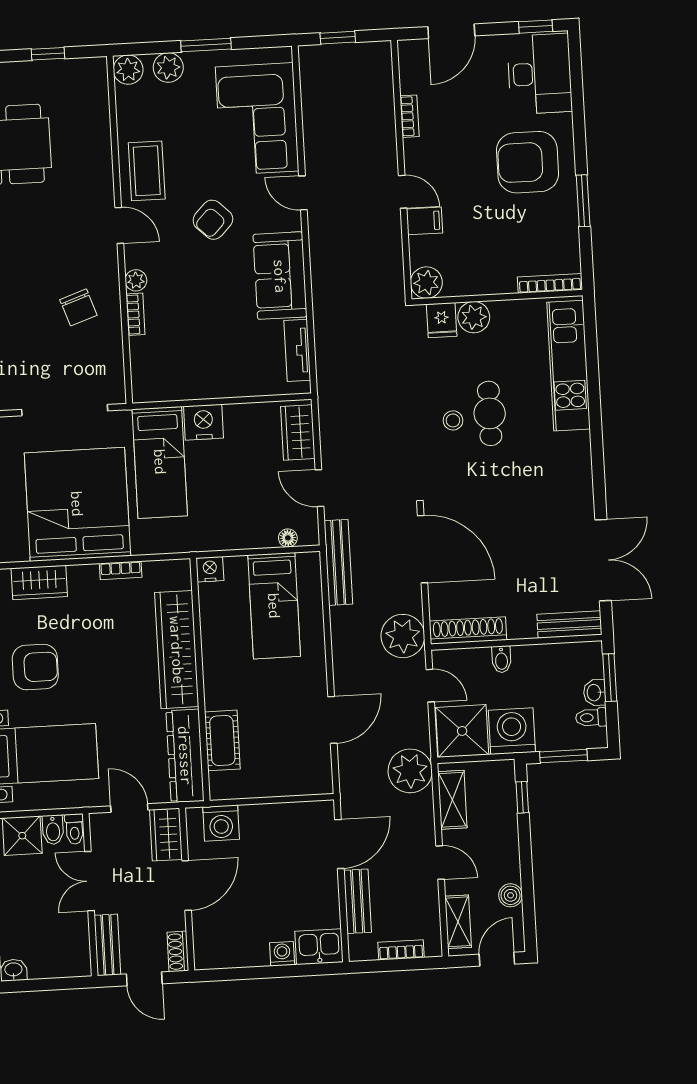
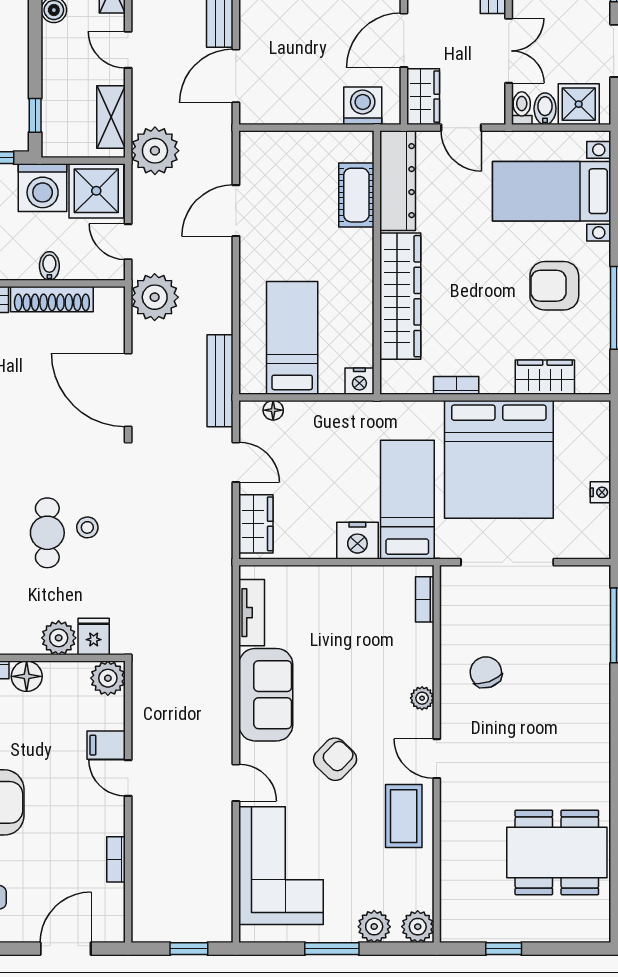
floor lamp: (501, 280) -> (27, 676), added
bookcase: (135, 314) -> (425, 599), moved
shoe rack: (468, 631) -> (52, 299), moved

